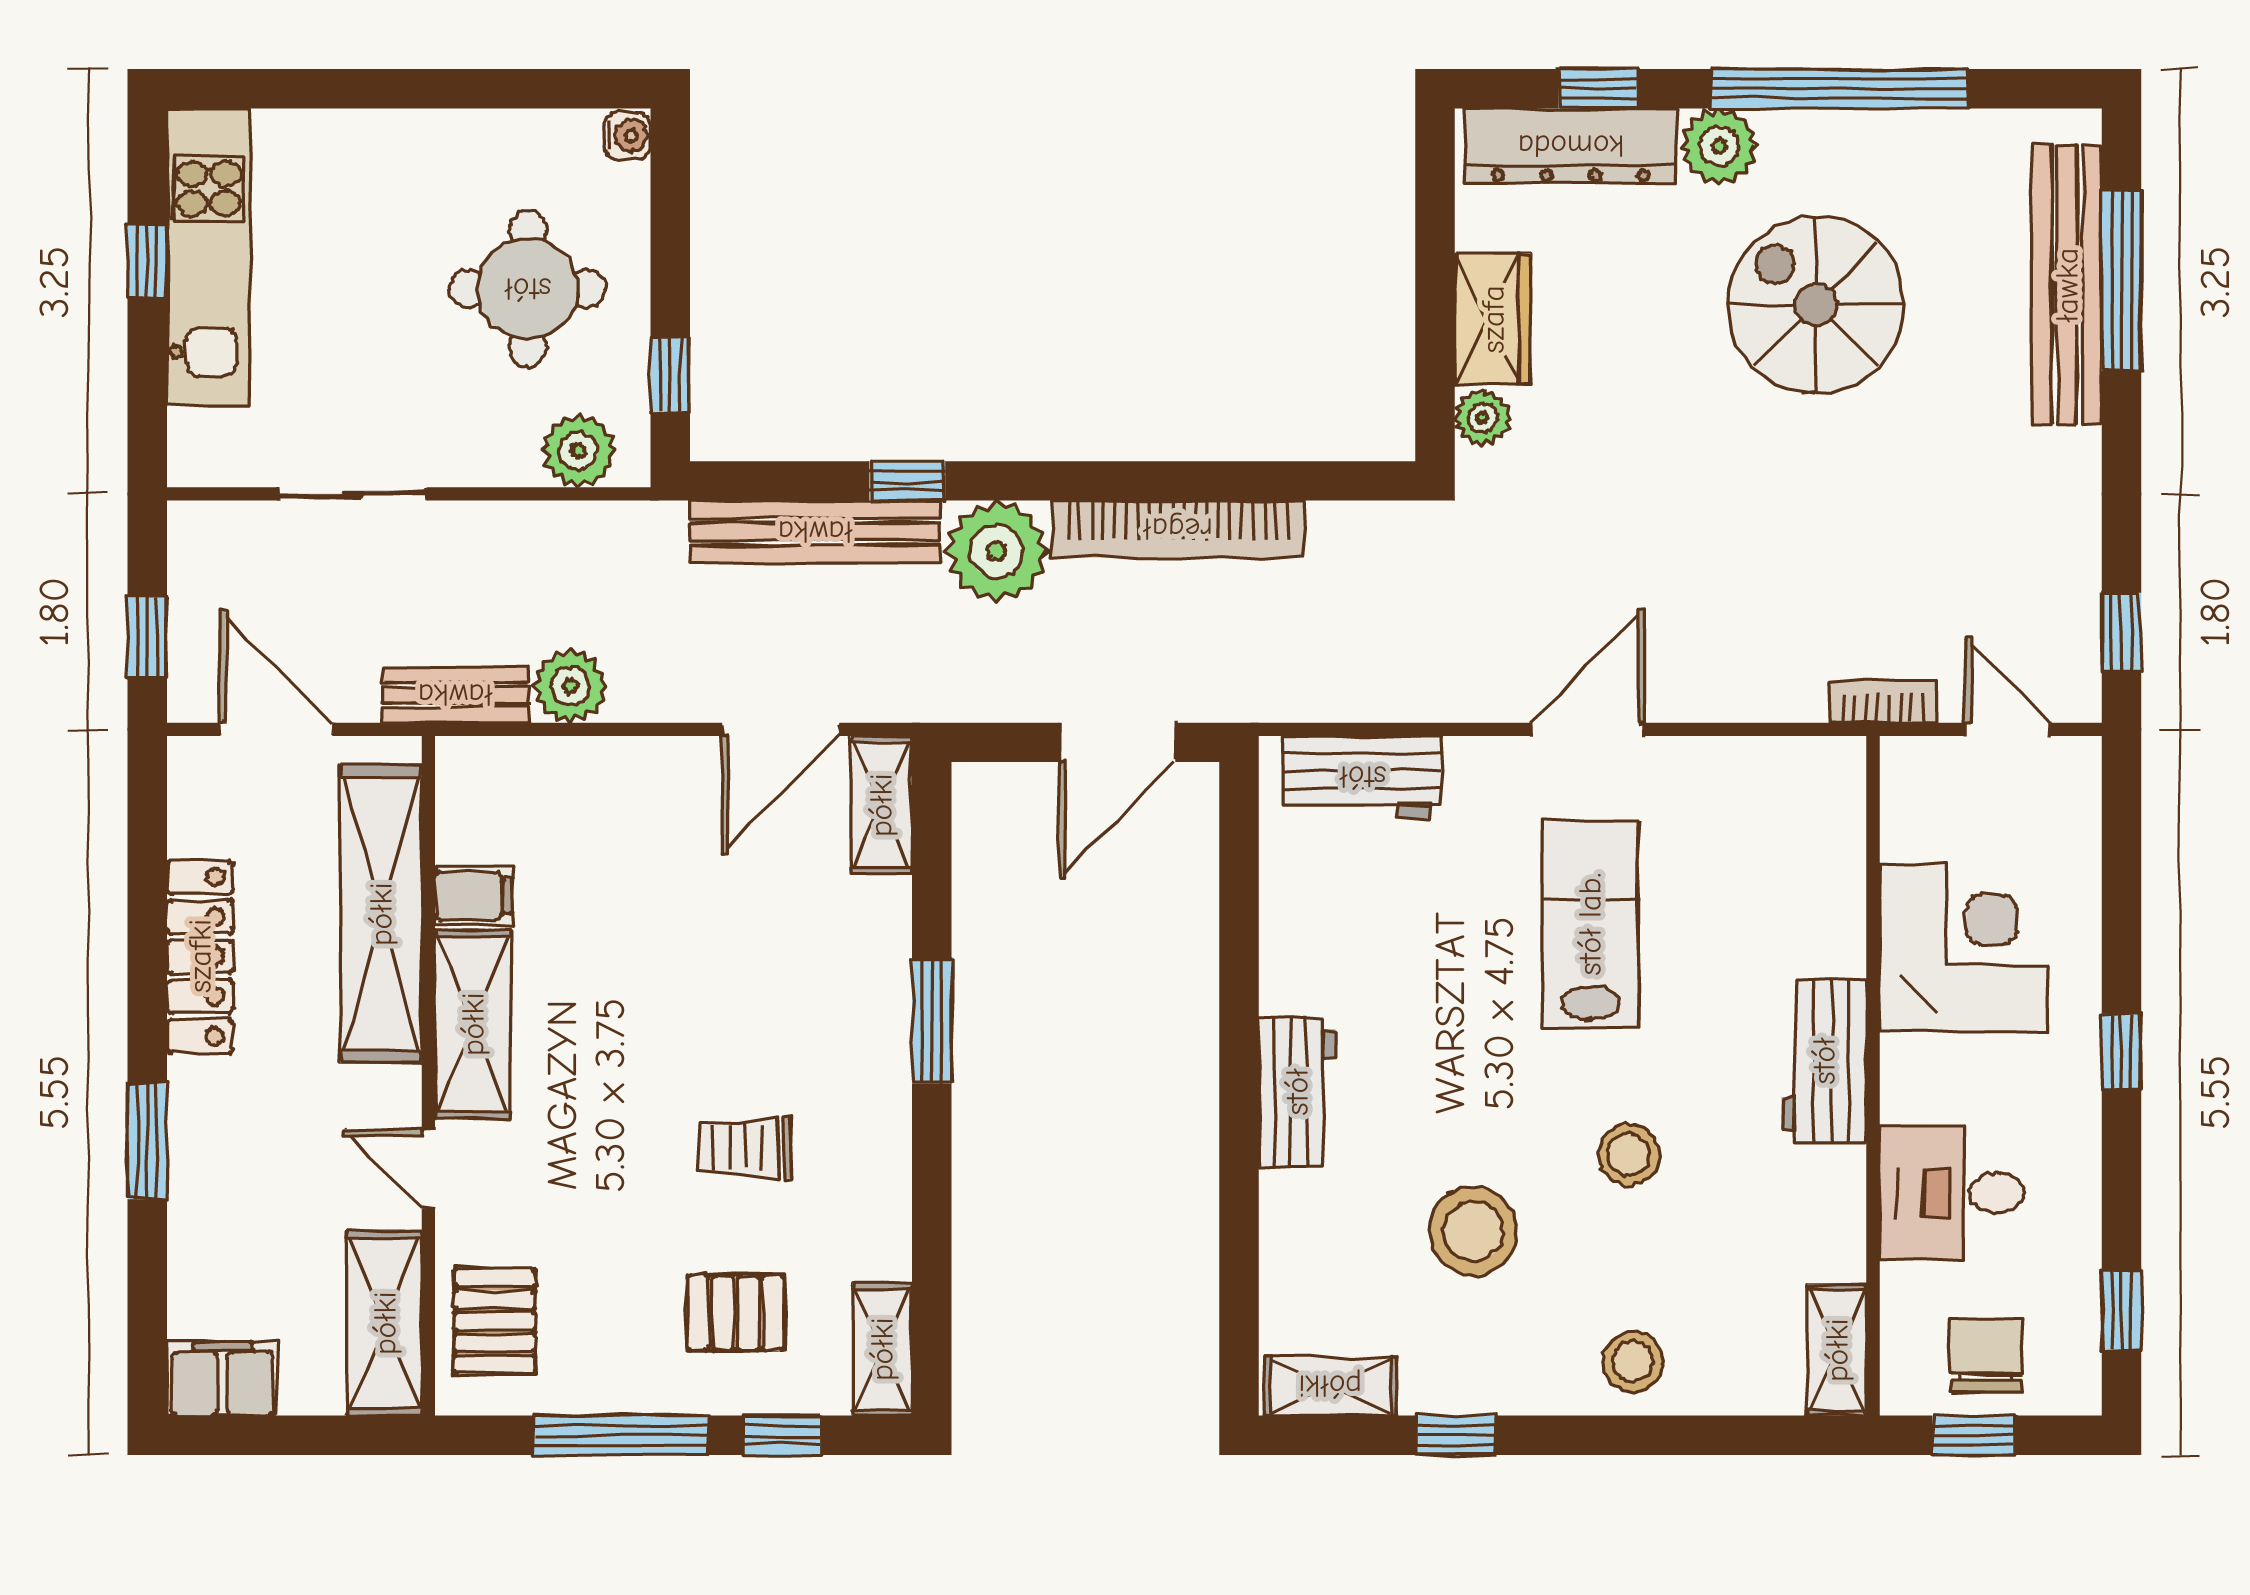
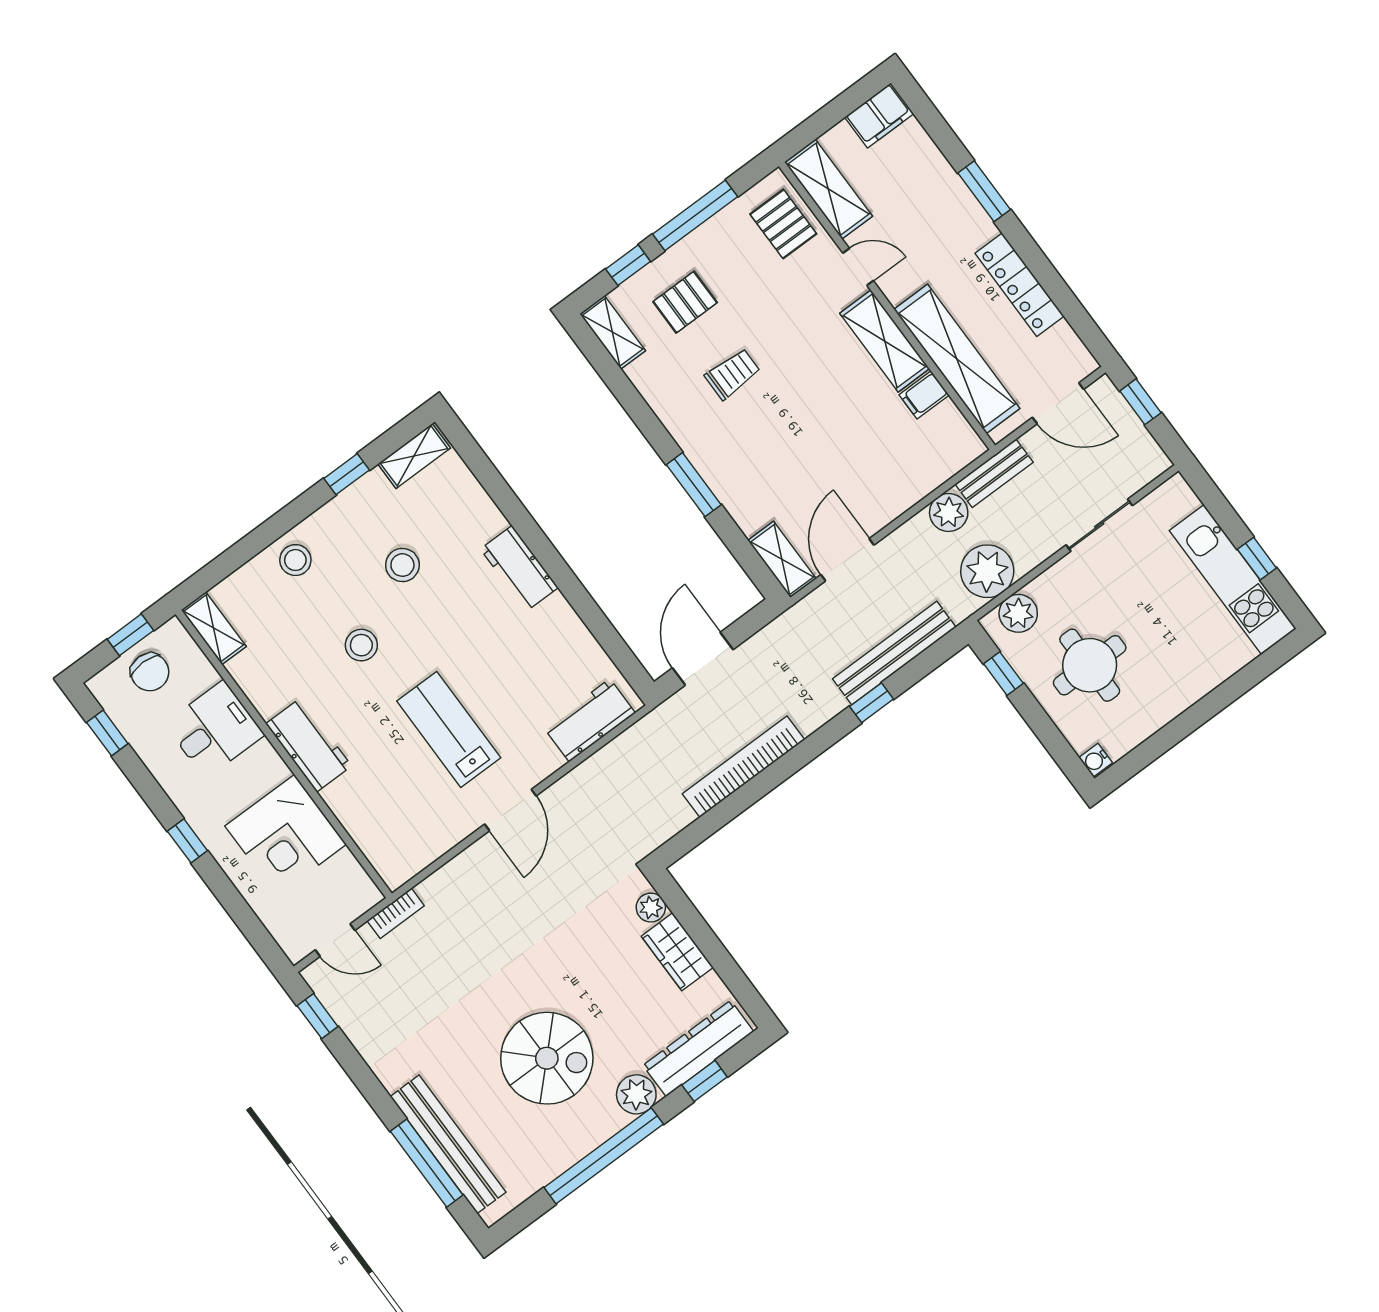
plant: (996, 551) -> (987, 571), moved
lab bench: (1590, 924) -> (449, 729), turned 180
stool: (1473, 1231) -> (402, 565), width x0.73, depth x0.73

